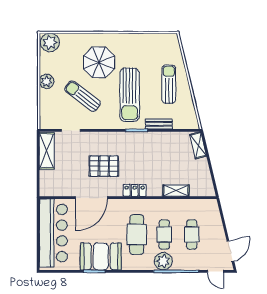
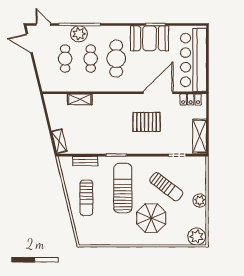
bench: (159, 124) -> (85, 161), moved
locker: (135, 190) -> (191, 99), moved
door: (230, 251) -> (29, 43), hinge flipped
plant: (163, 261) -> (79, 34), moved

